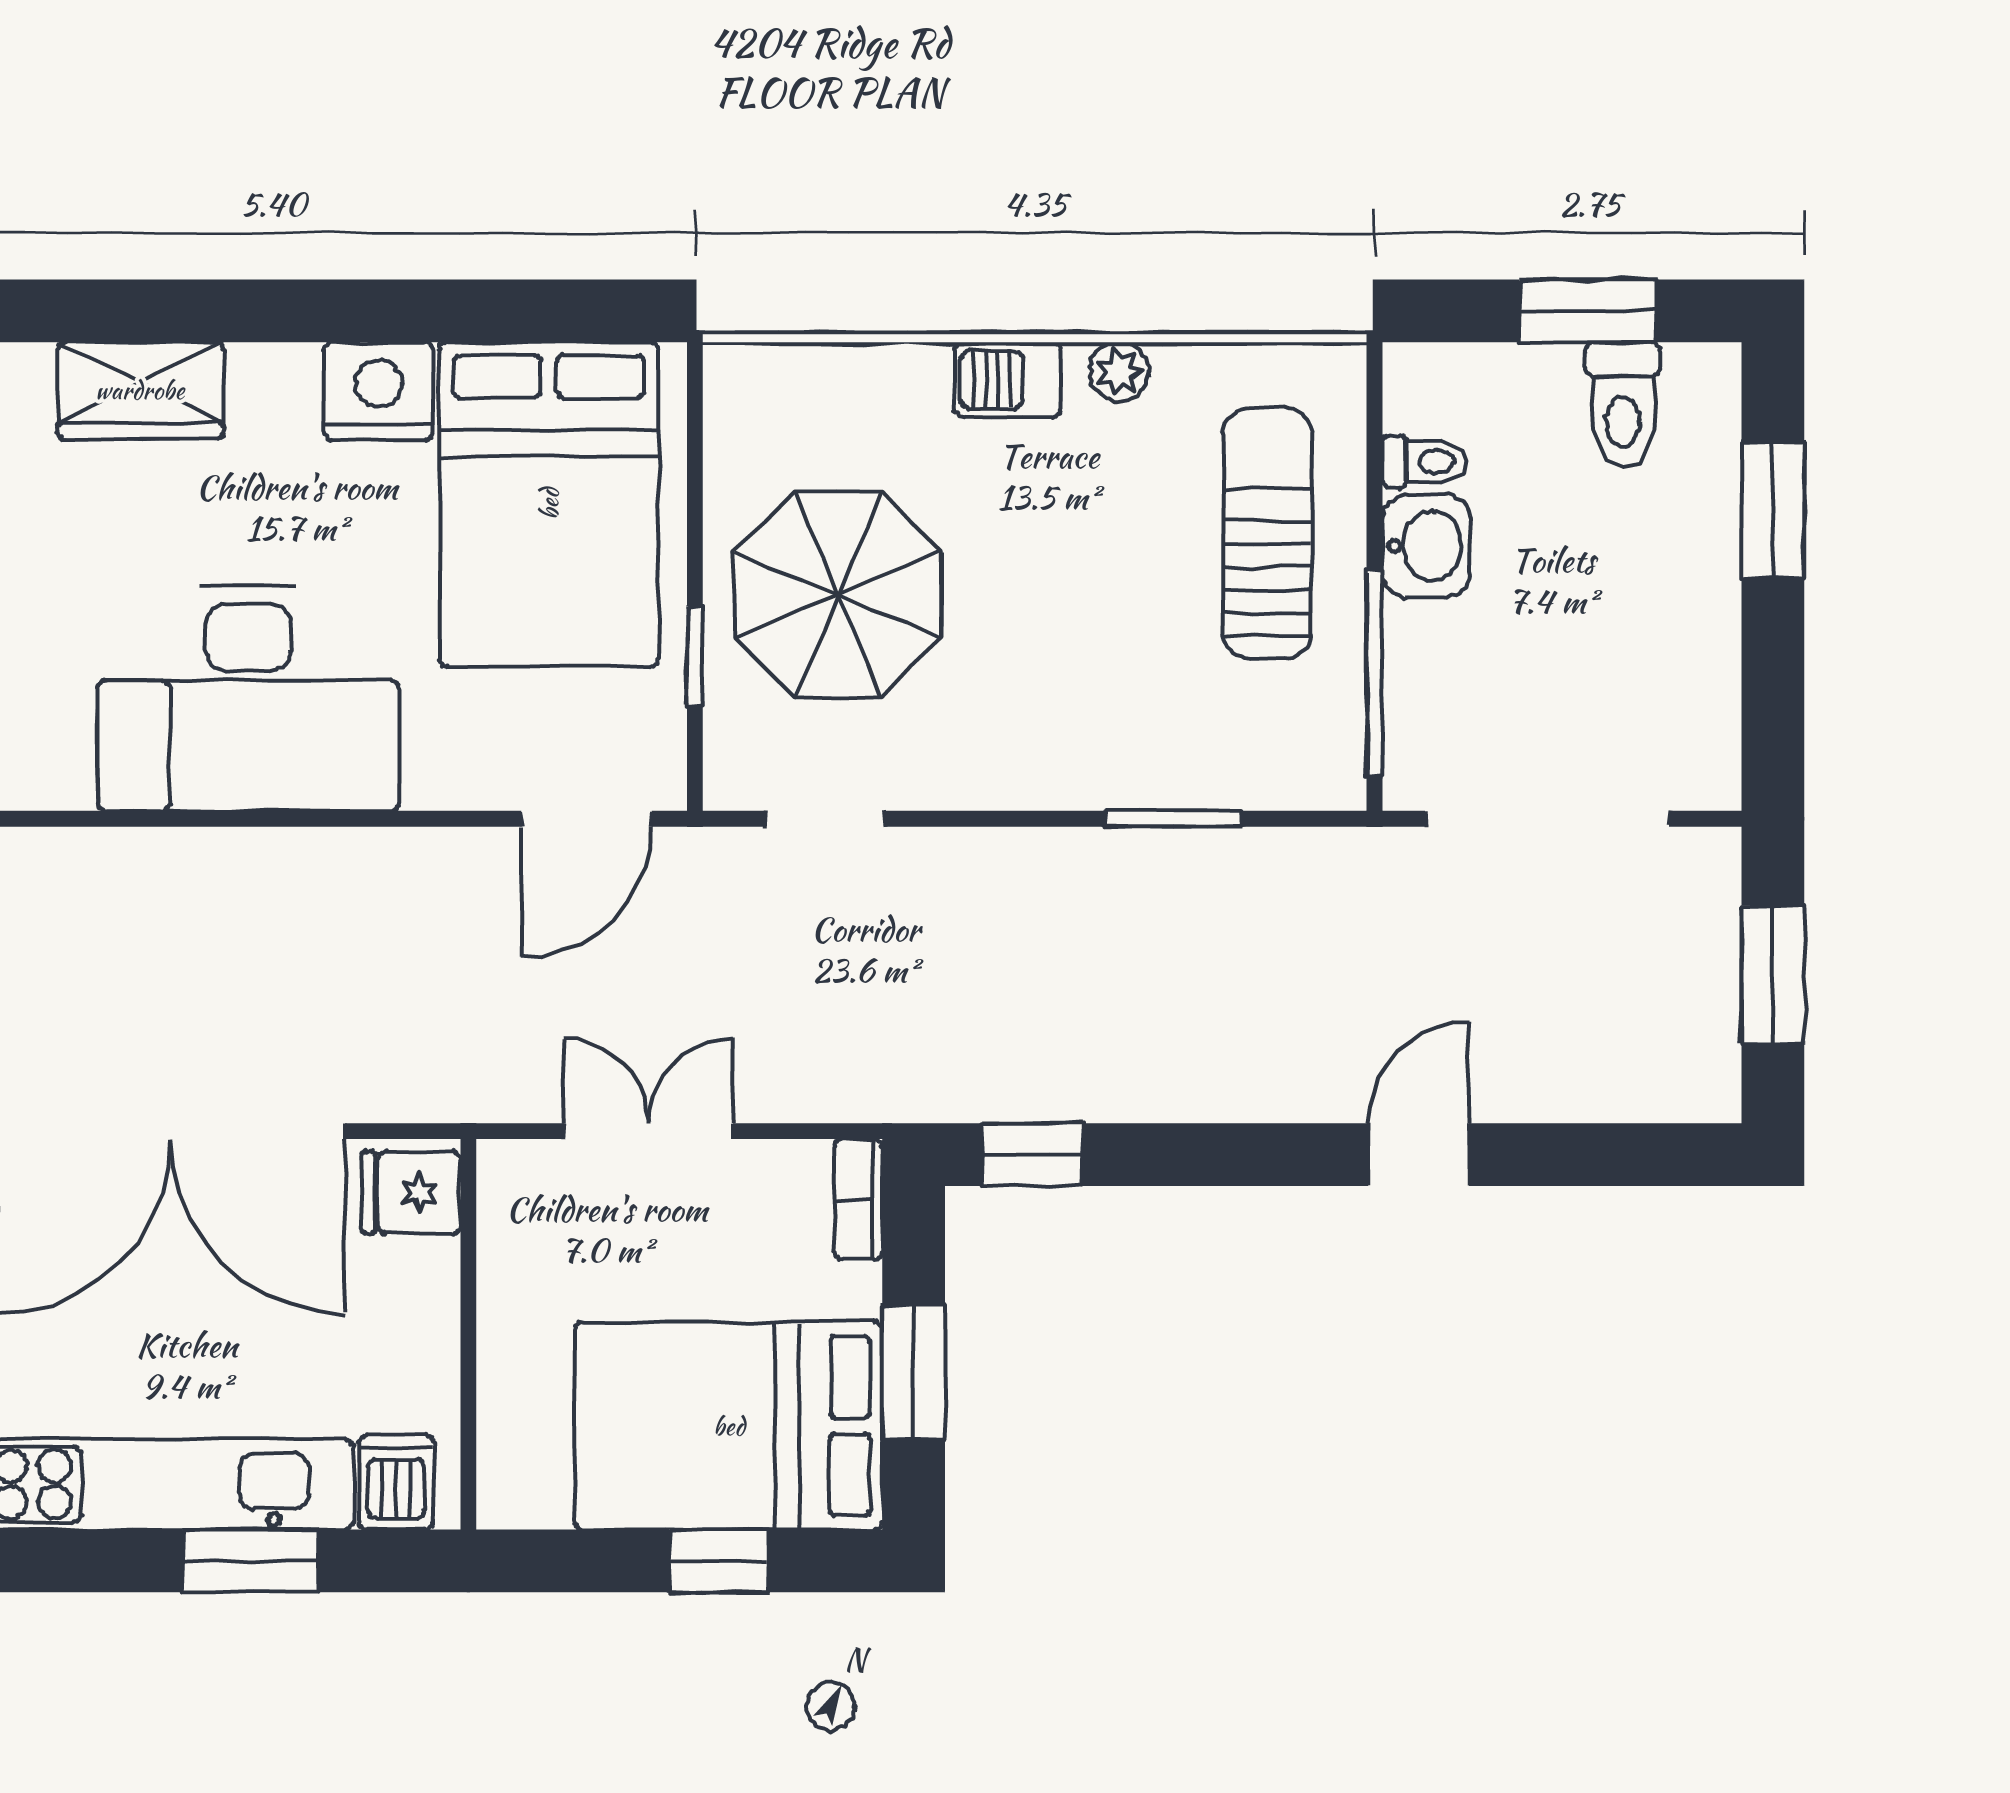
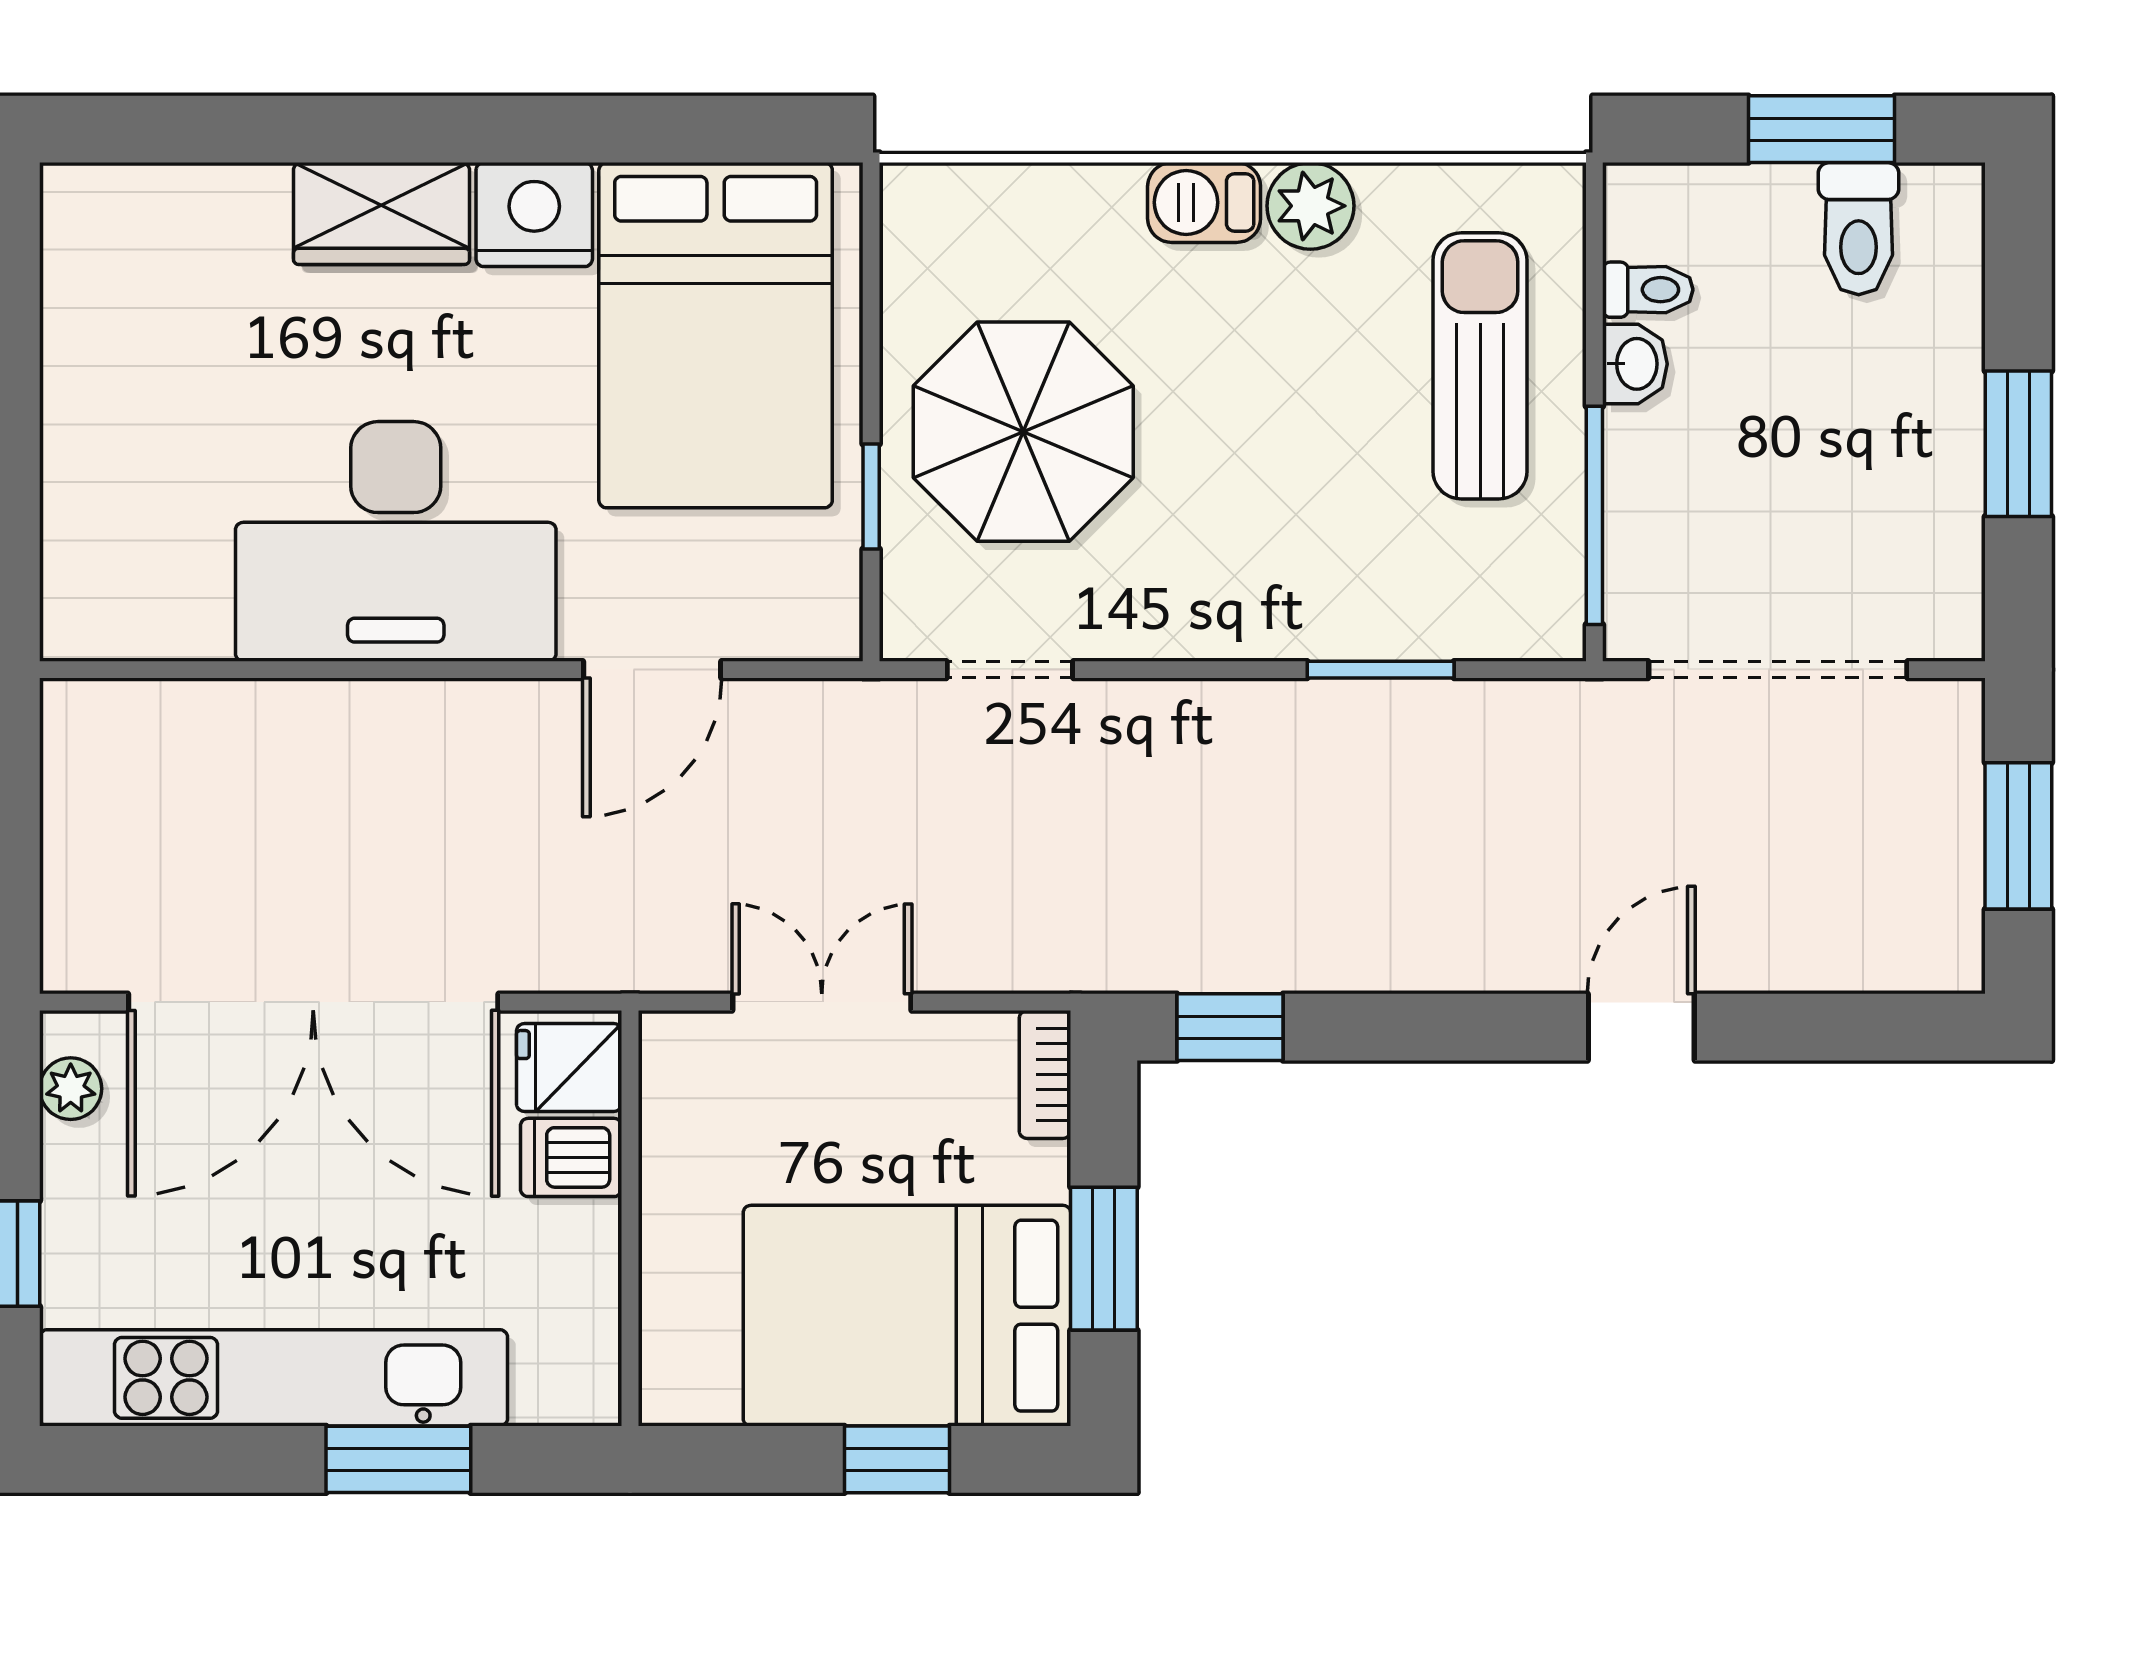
plant: (1119, 372) -> (1310, 206), width x1.38, depth x1.38
wardrobe: (140, 390) -> (382, 214), moved
window: (1773, 510) -> (2018, 444), moved
washbasin: (1426, 546) -> (1635, 364), width x0.72, depth x0.69
door: (587, 819) -> (652, 670), moved
dishwasher: (396, 1482) -> (571, 1157), moved, turned -90

